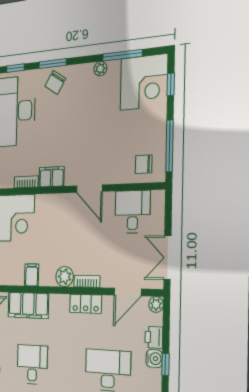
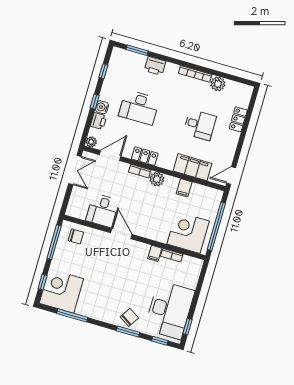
plant: (100, 69) -> (91, 313), removed
filing cabinet: (52, 177) -> (155, 253), width x0.50
desk: (133, 212) -> (102, 211), moved
desk: (32, 364) -> (200, 125), turned -90

